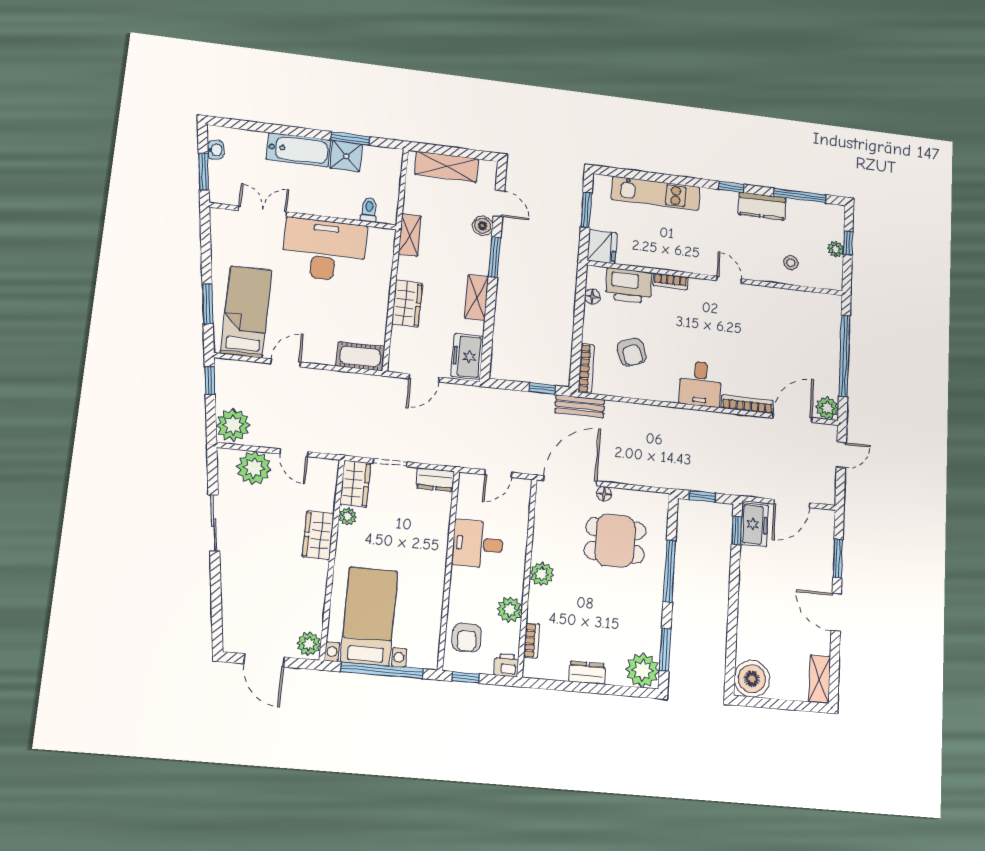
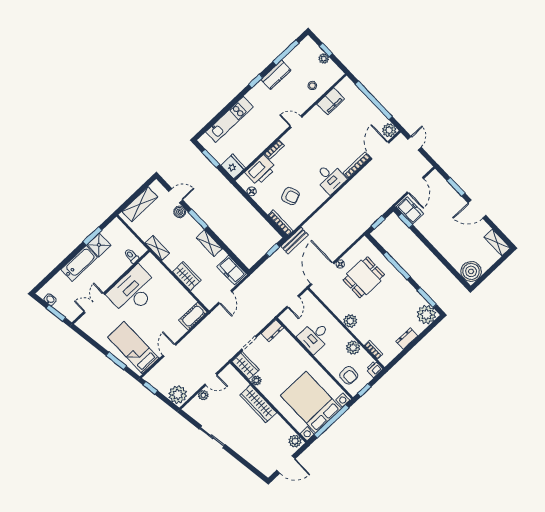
filing cabinet: (794, 302) -> (331, 101), added
plant: (254, 468) -> (203, 395), width x0.53, depth x0.53
wardrobe: (318, 535) -> (258, 404), width x1.50
bed with nightstands: (369, 616) -> (311, 402), width x1.36

